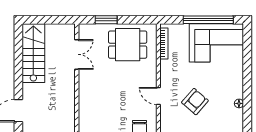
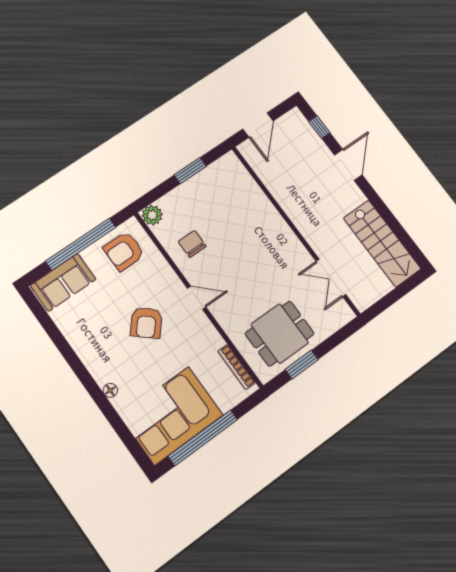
window: (106, 20) -> (302, 364), moved
floor lamp: (239, 103) -> (110, 390), moved

